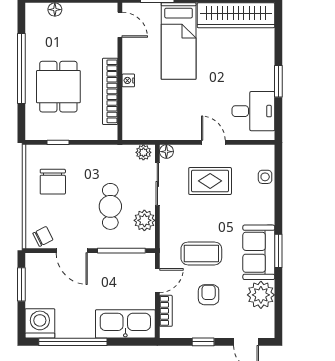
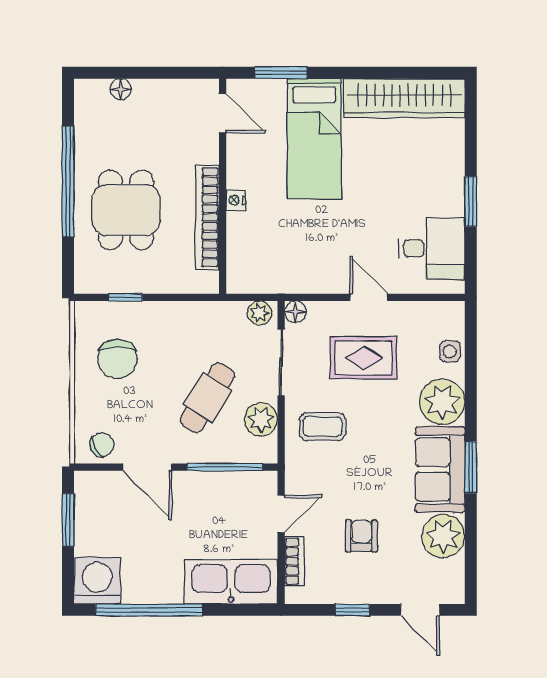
cafe table: (110, 206) -> (208, 398), turned 32
plant: (260, 209) -> (442, 402), added
coffee table: (201, 253) -> (322, 427), moved, width x0.73, depth x0.77

